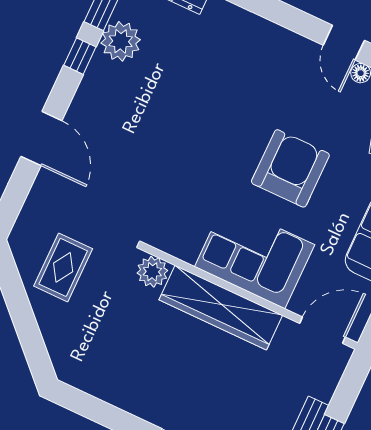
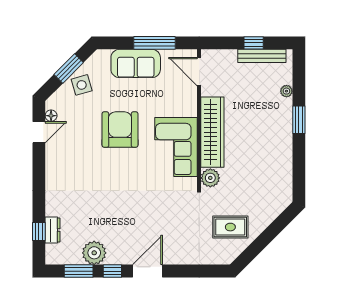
door: (41, 139) -> (148, 271), moved
armchair: (290, 168) -> (120, 130), turned 90
corner sofa: (255, 256) -> (176, 147), moved

